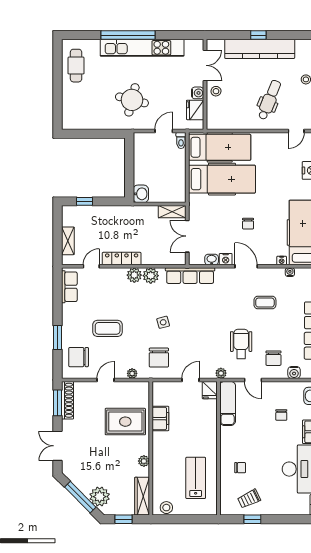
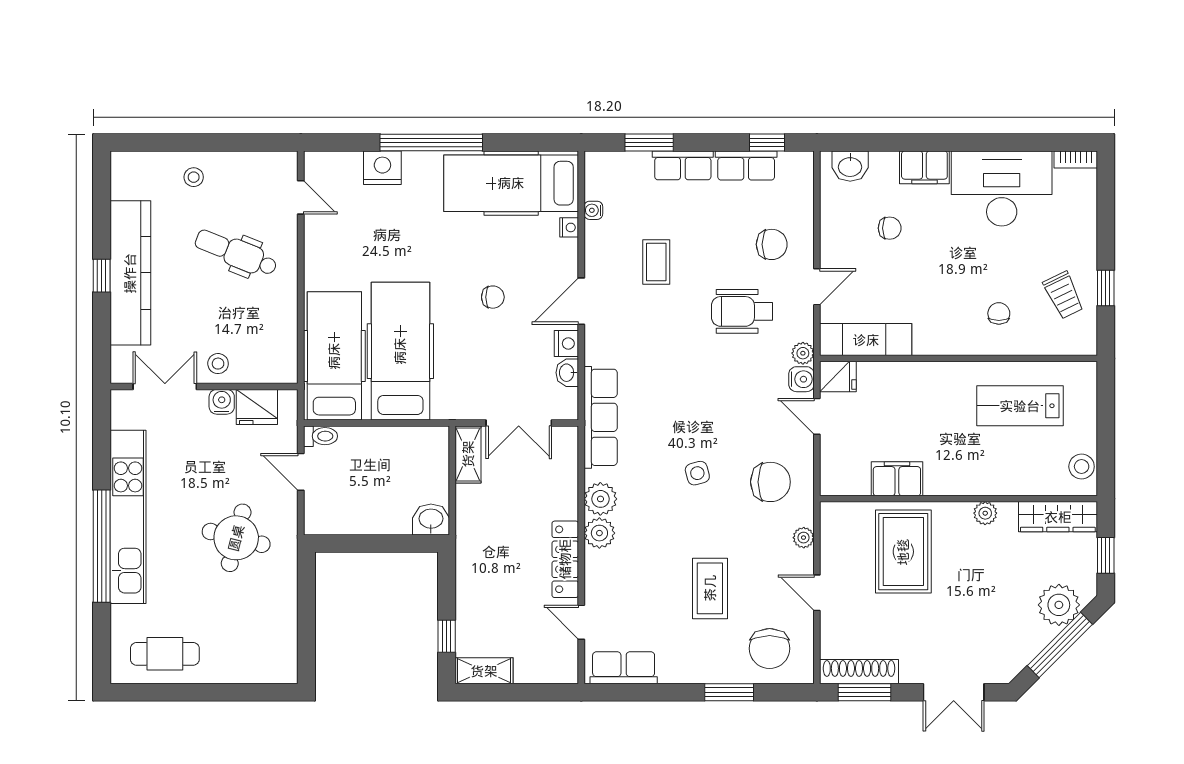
shelving: (68, 241) -> (484, 671), moved
water cooler: (294, 372) -> (801, 379), moved

